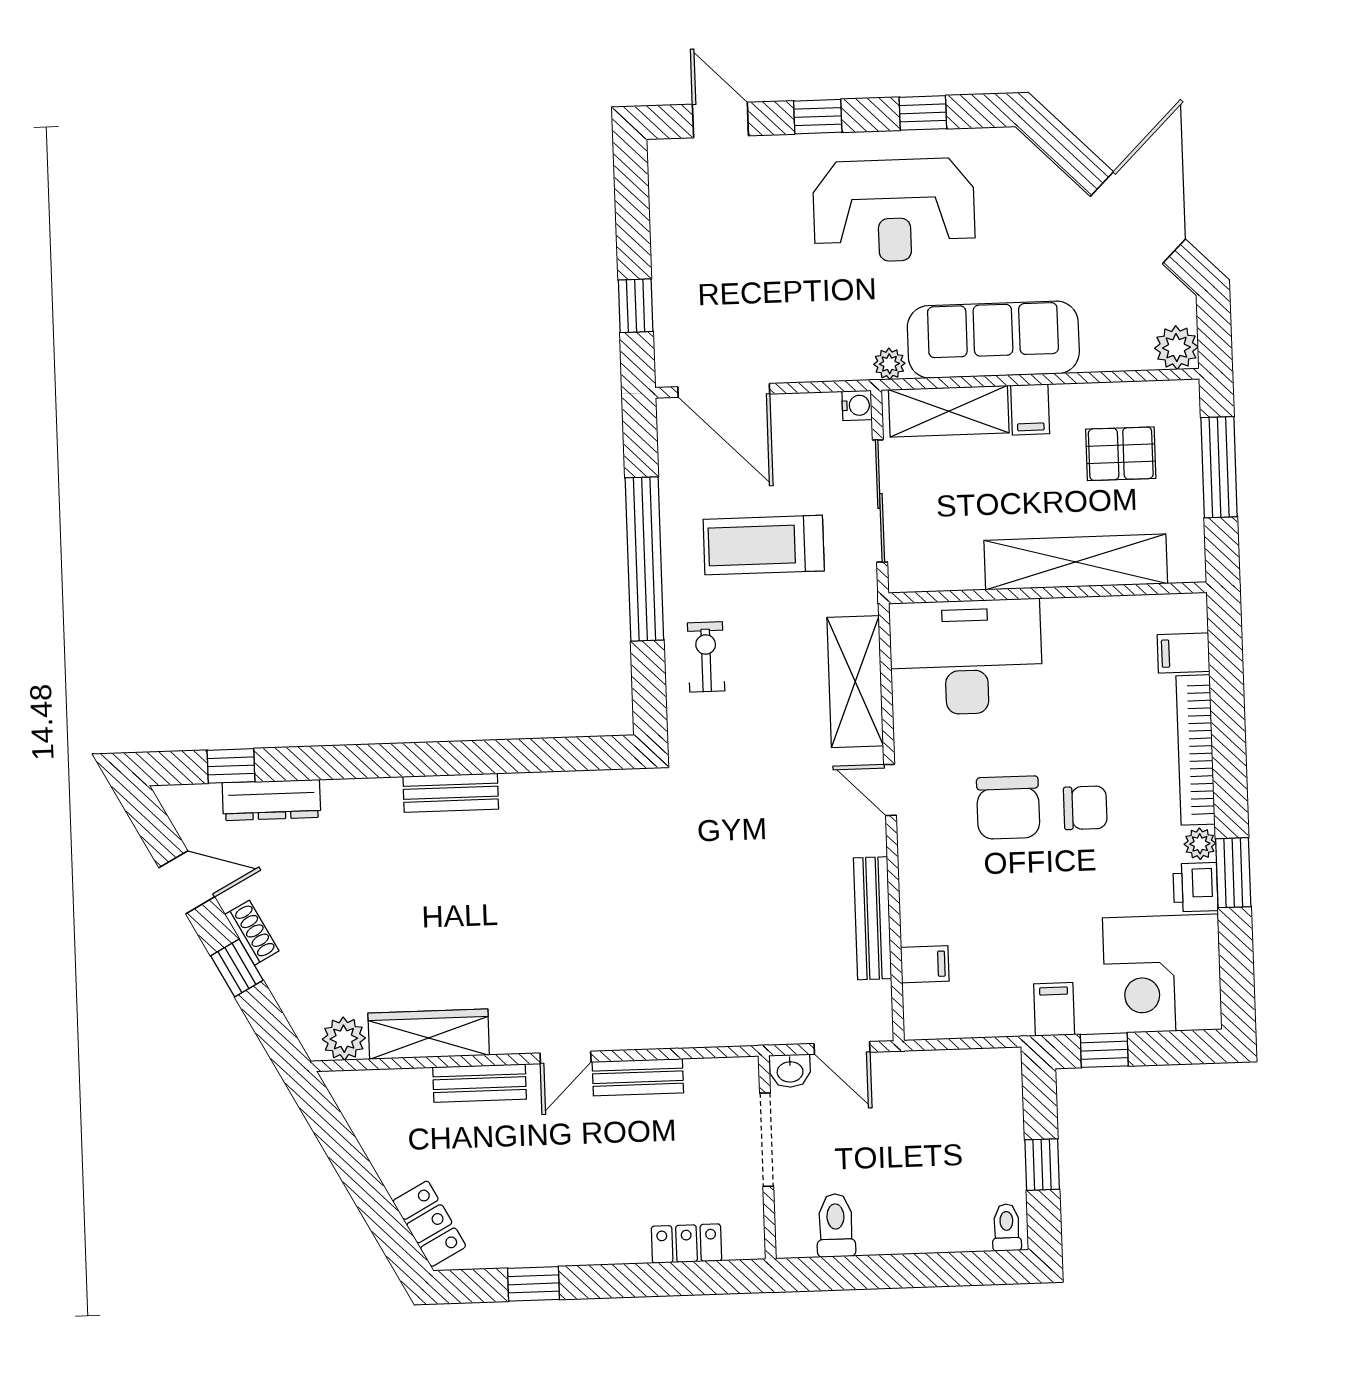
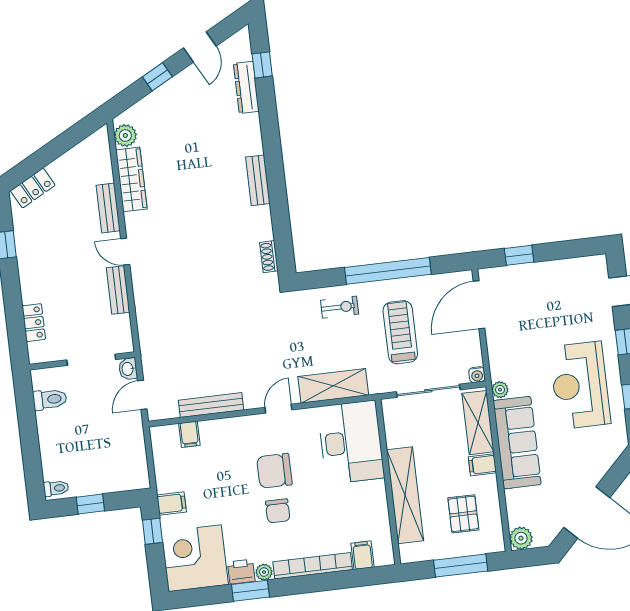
shoe rack: (252, 933) -> (269, 257), moved, turned 118

